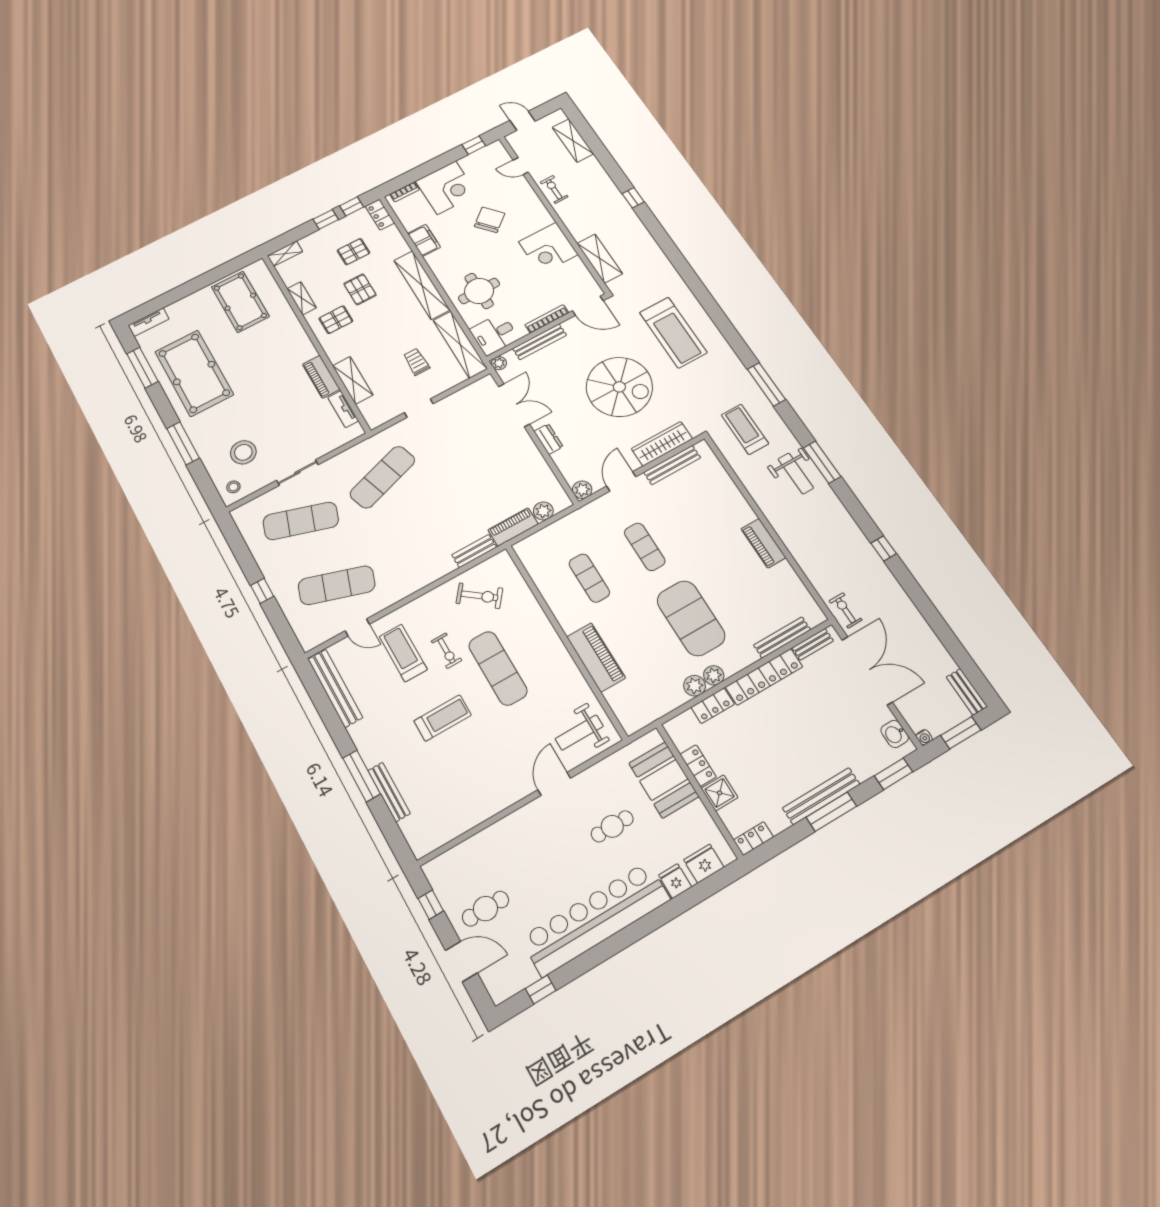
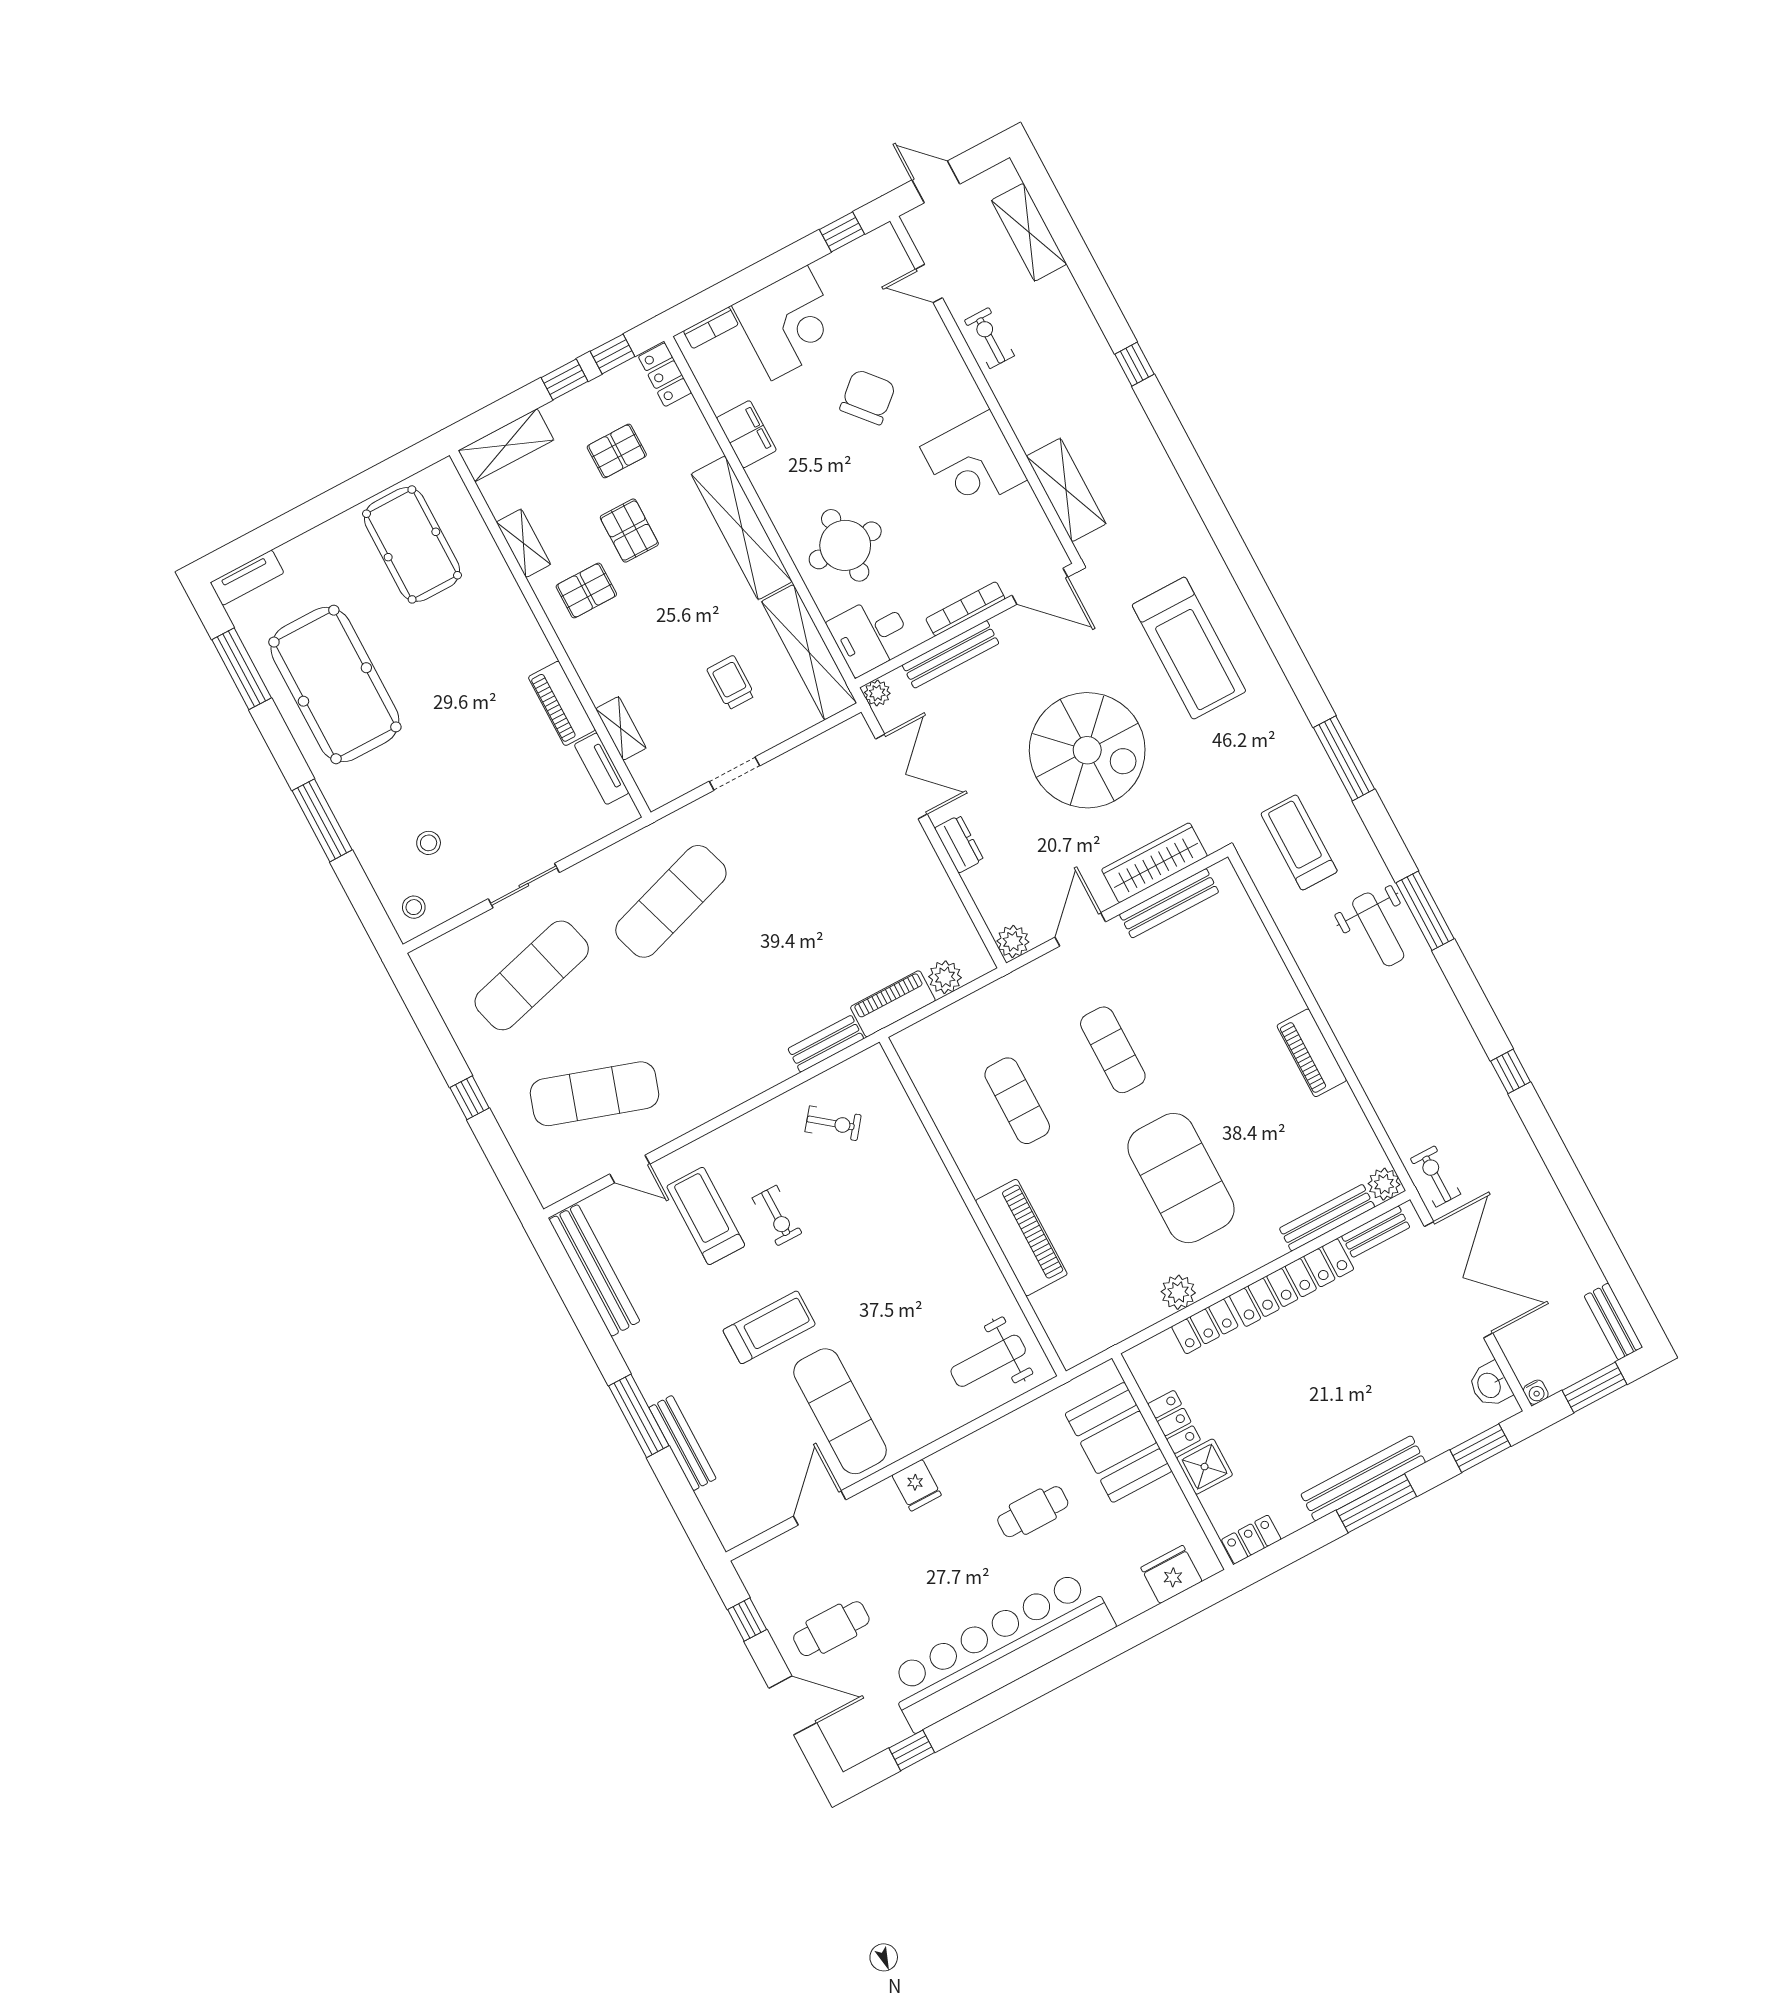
shelving: (285, 254) -> (506, 445), width x1.50, depth x1.33
shelving: (353, 380) -> (621, 728), width x0.67, depth x0.75
stool: (243, 452) -> (429, 843), width x0.53, depth x0.53
exercise mat: (301, 521) -> (532, 975), turned -33
exercise bike: (479, 596) -> (833, 1123), width x0.73, depth x0.72
exercise mat: (498, 668) -> (840, 1411), moved
plant: (714, 675) -> (1384, 1184), moved
door: (554, 784) -> (820, 1508), moved
fridge: (675, 881) -> (917, 1485), moved, turned 180

